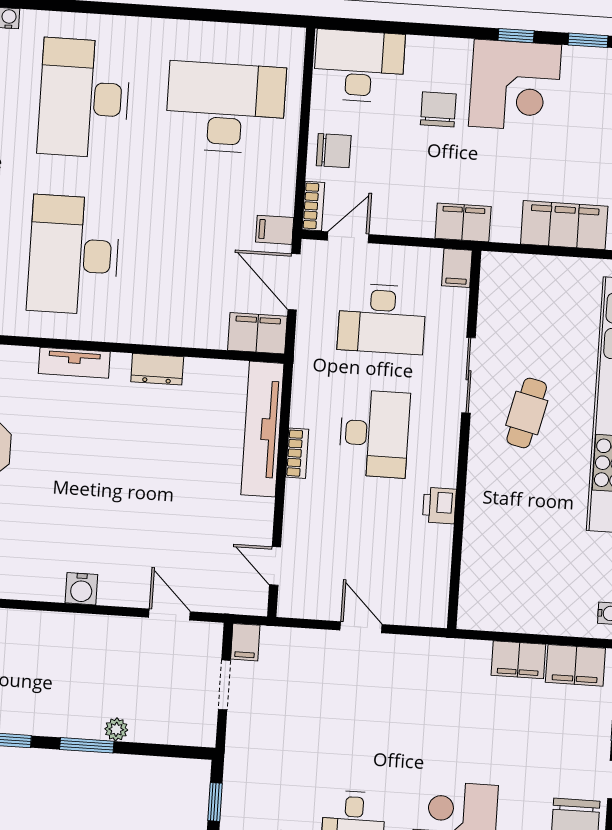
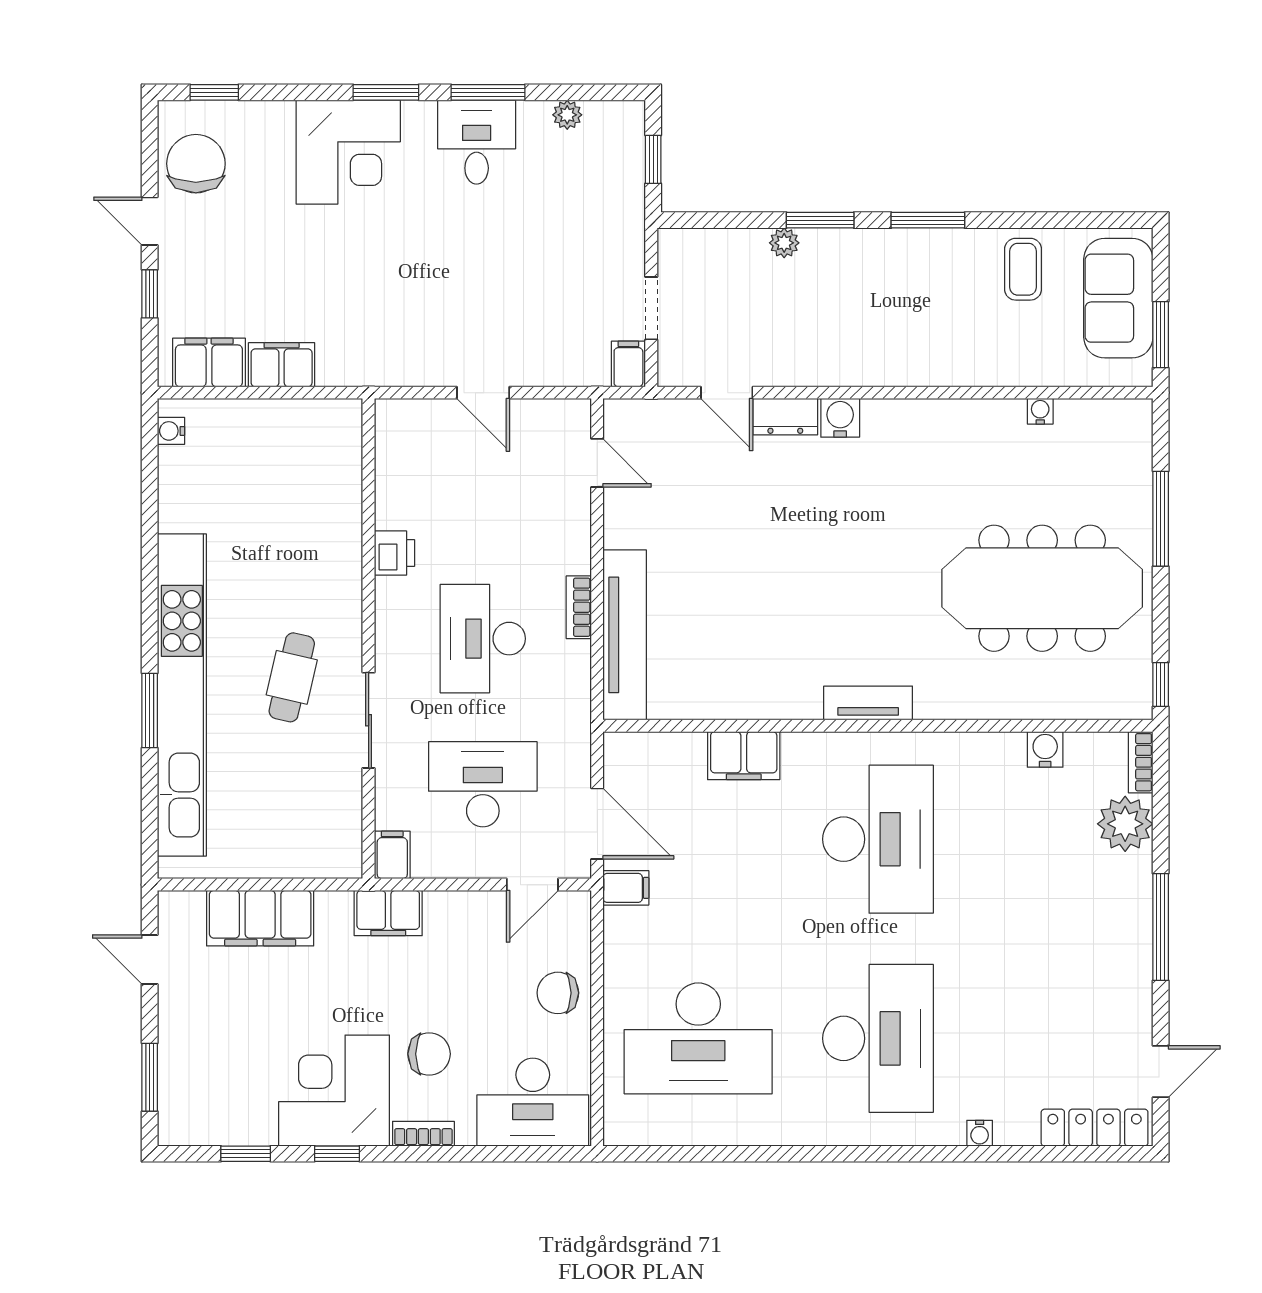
chair: (438, 109) -> (429, 1054), turned -90
bookcase: (313, 206) -> (423, 1134), moved, turned 90
filing cabinet: (257, 333) -> (744, 756), moved
dresser: (157, 369) -> (785, 417), moved, turned 180

